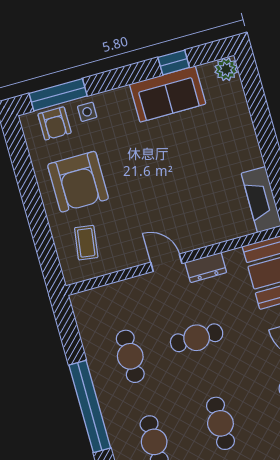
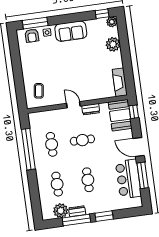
window: (174, 62) -> (102, 14), moved
sofa: (168, 94) -> (71, 31), moved
plant: (235, 118) -> (113, 44), added
armchair: (78, 182) -> (39, 63), removed
window: (90, 406) -> (28, 149), moved

